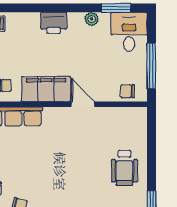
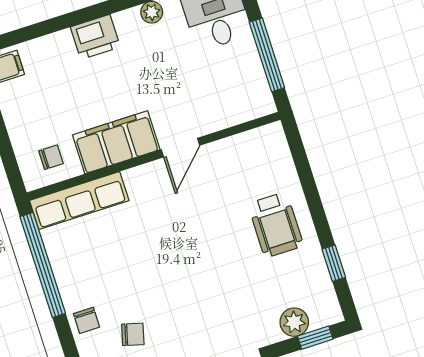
chair: (127, 91) -> (242, 105), removed
door: (83, 104) -> (180, 148), swing flipped

